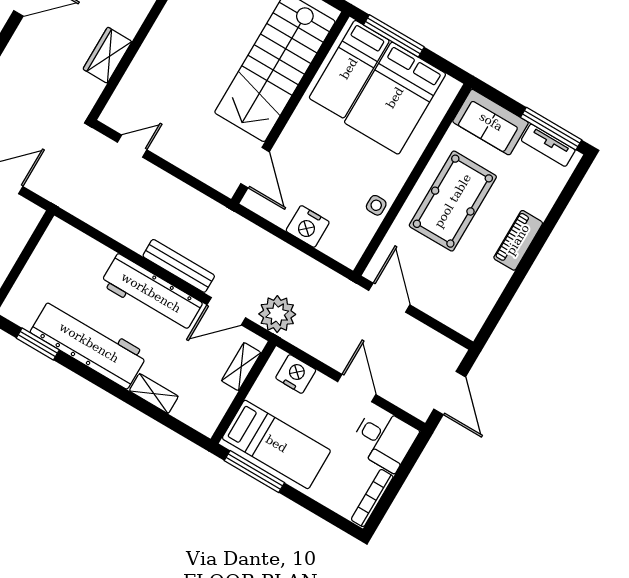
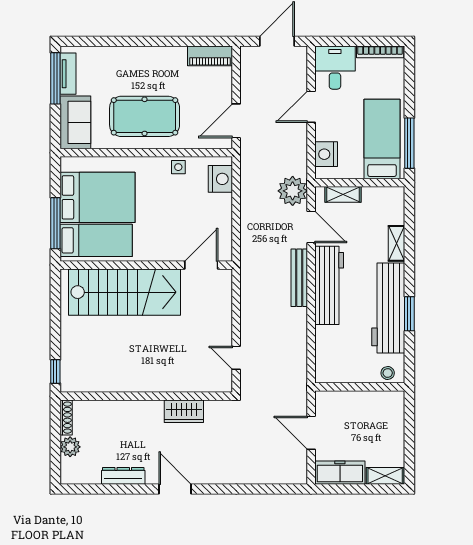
nightstand: (308, 226) -> (220, 179), moved
piano: (518, 240) -> (210, 56), moved
stool: (19, 301) -> (388, 373), added
window: (38, 344) -> (409, 314), moved

